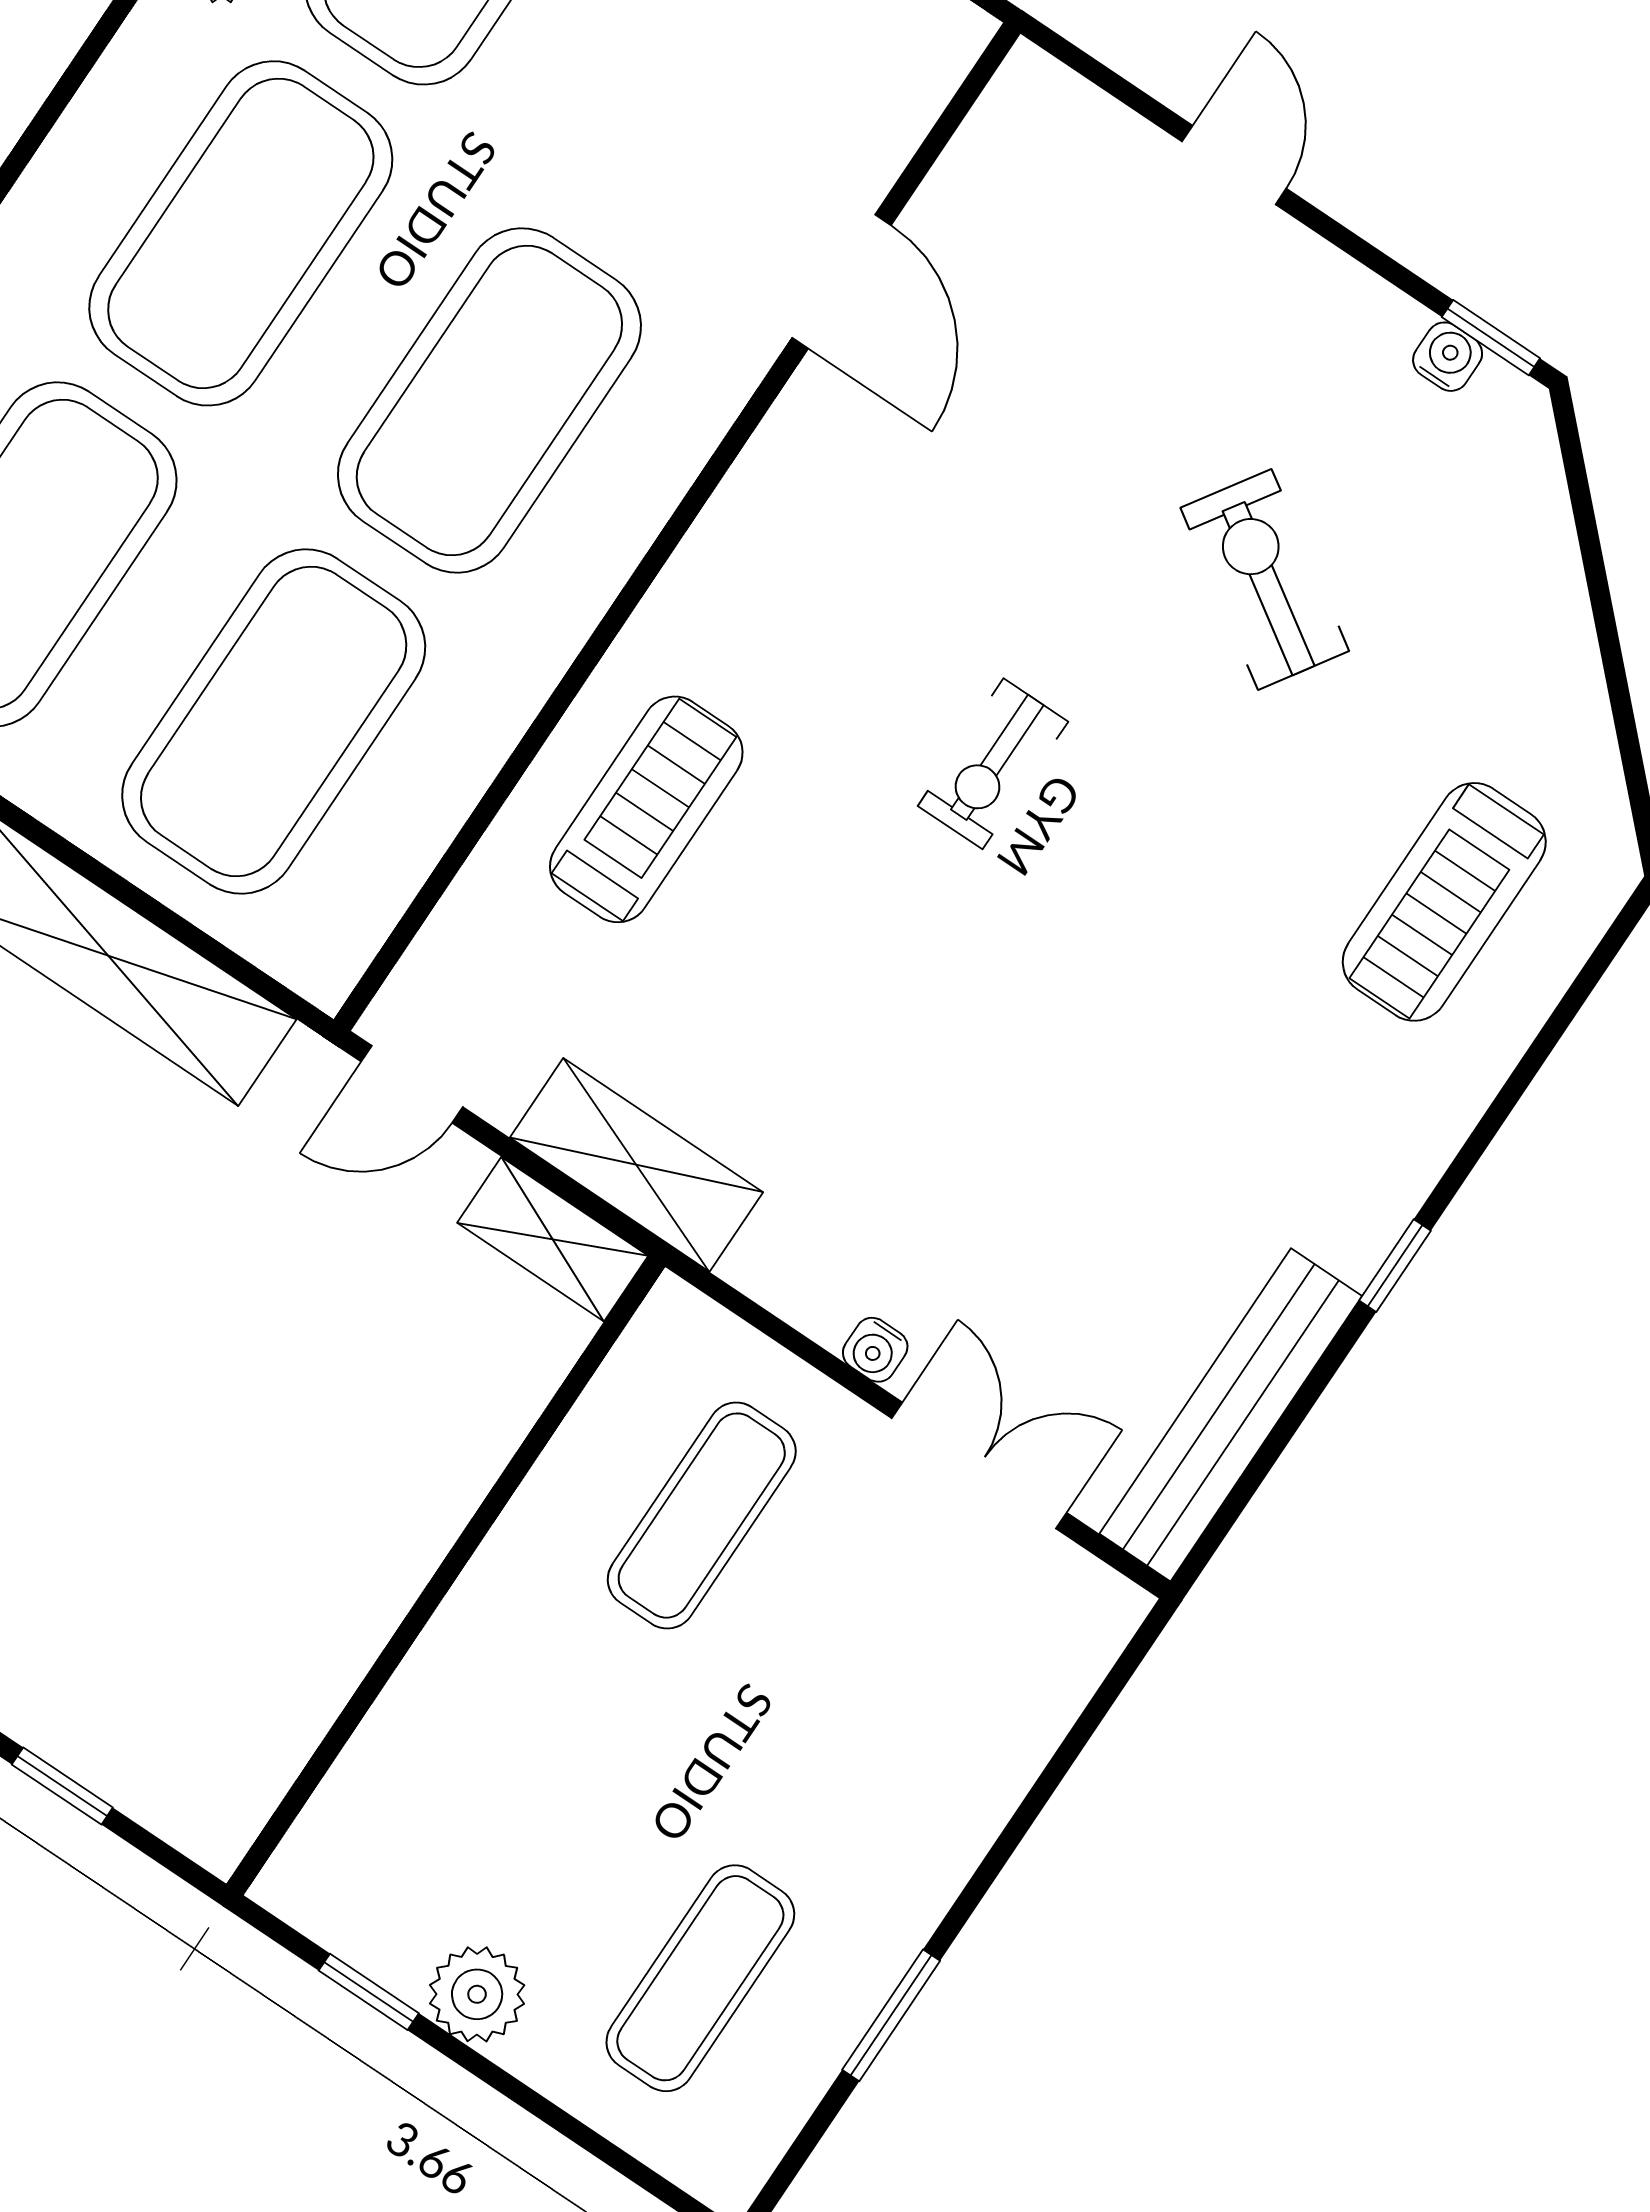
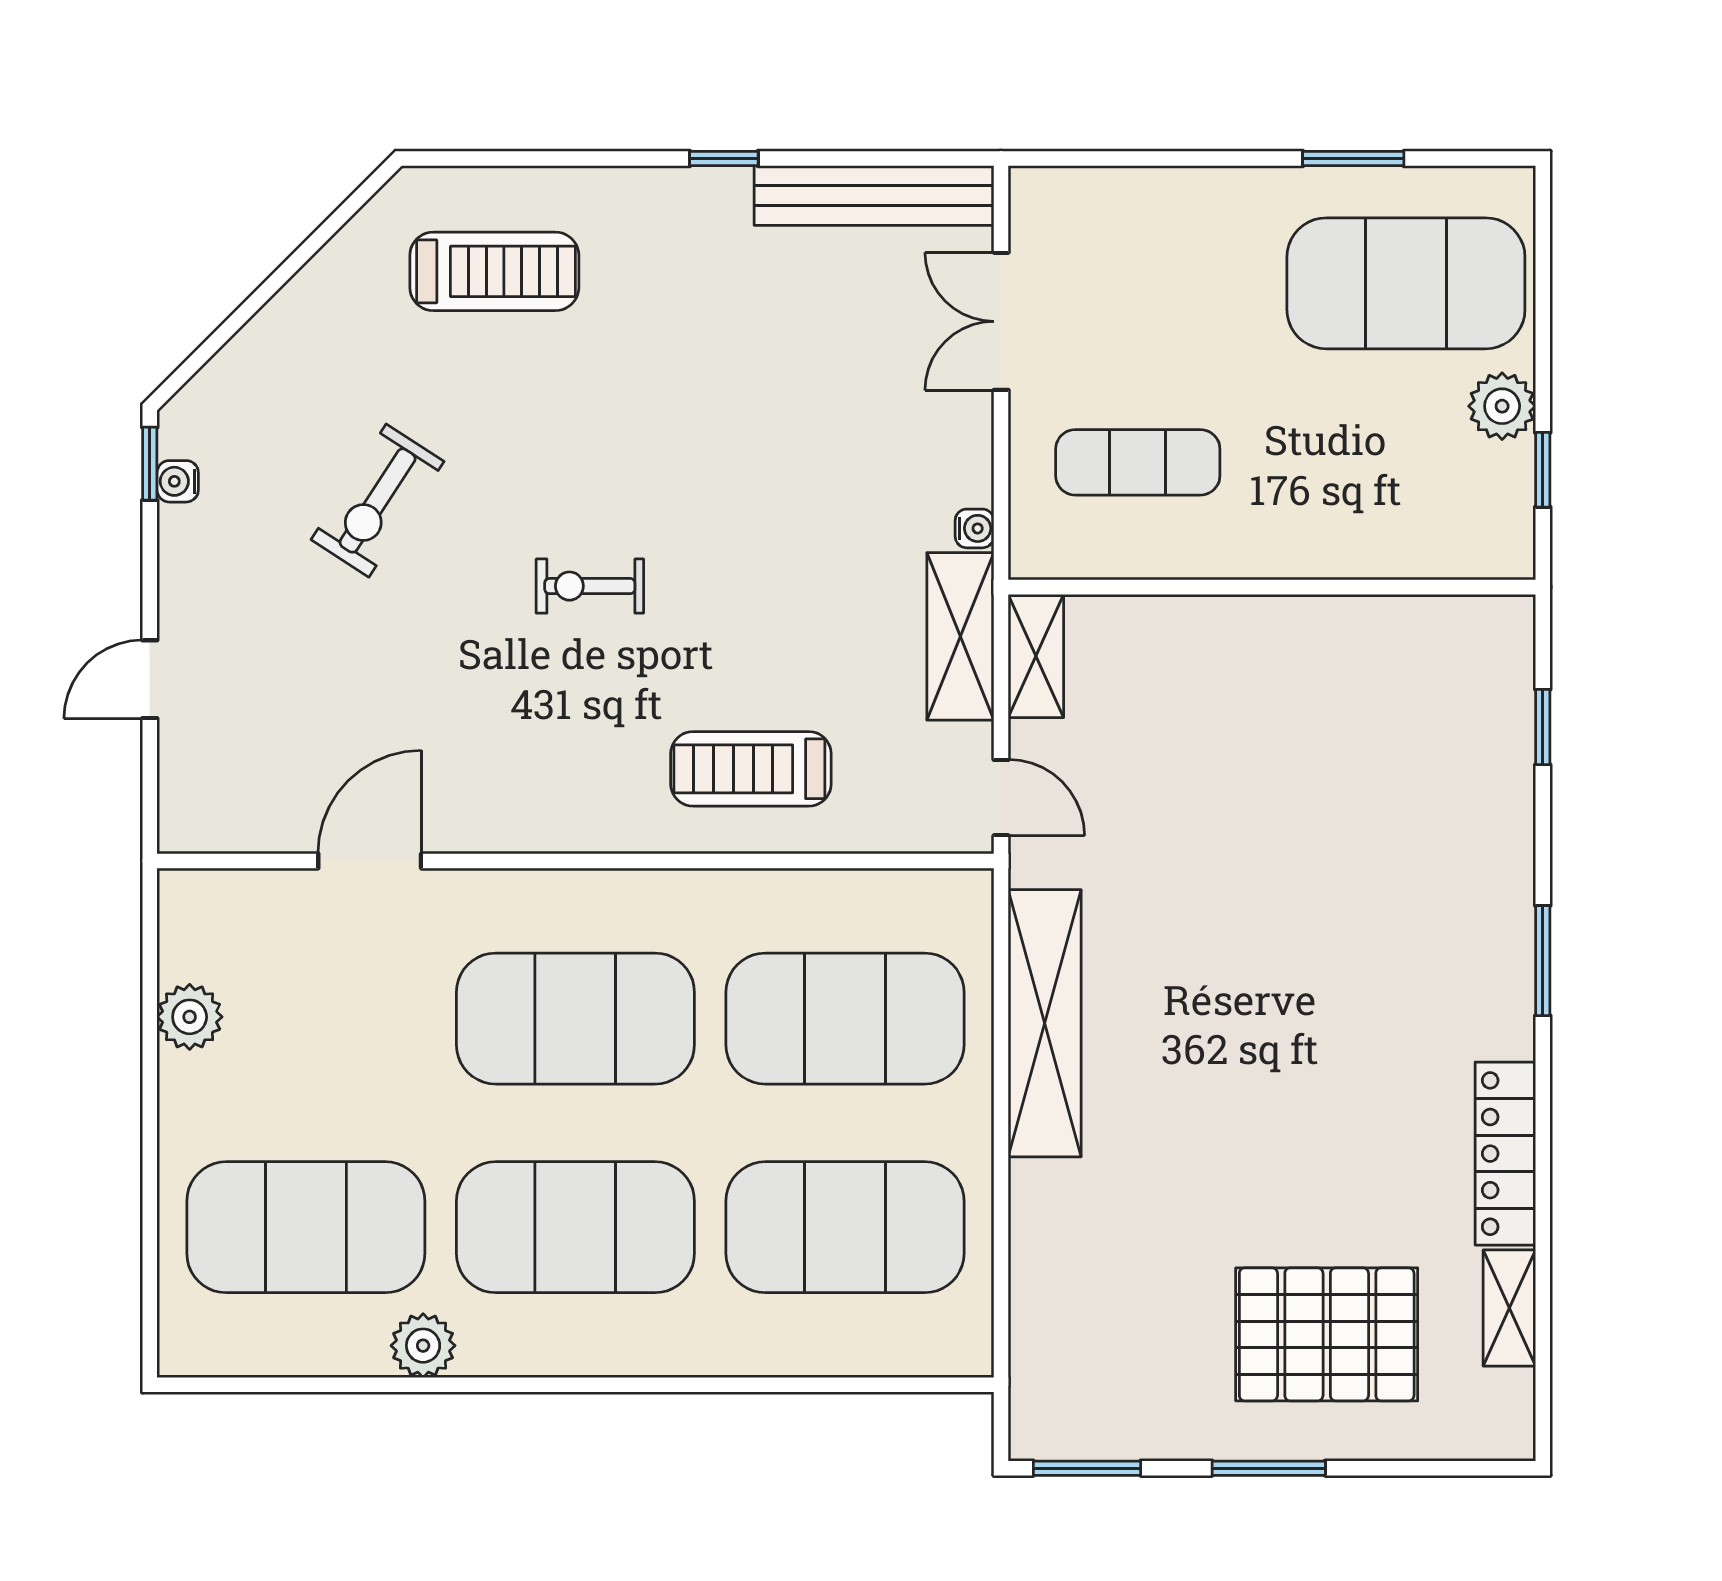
exercise bike: (993, 764) -> (590, 586), turned 180
water cooler: (875, 1350) -> (975, 528), moved
exercise mat: (700, 1978) -> (1406, 283), width x2.00, depth x1.45

